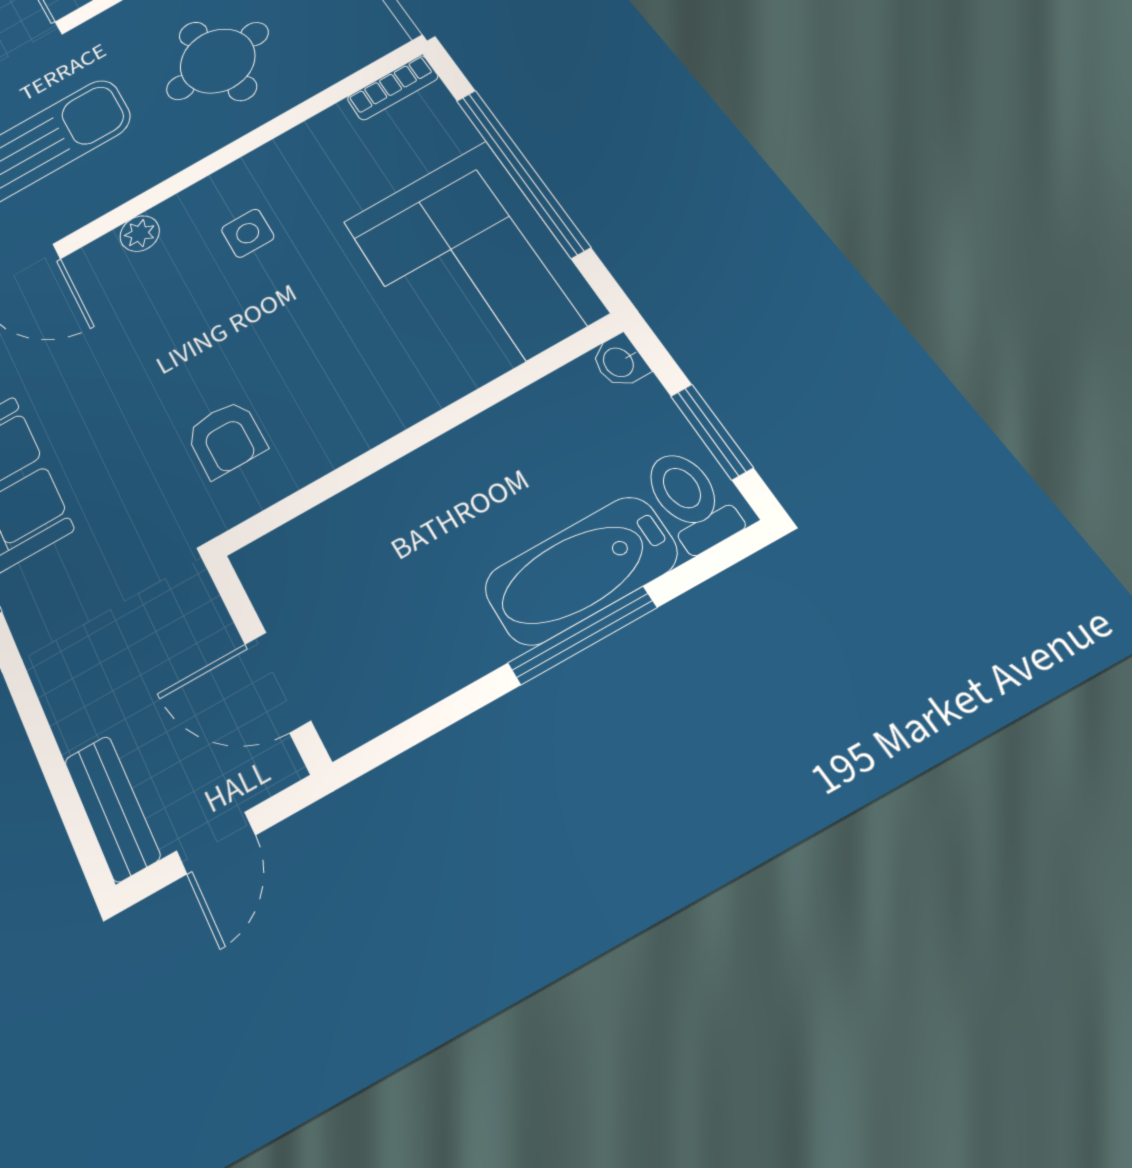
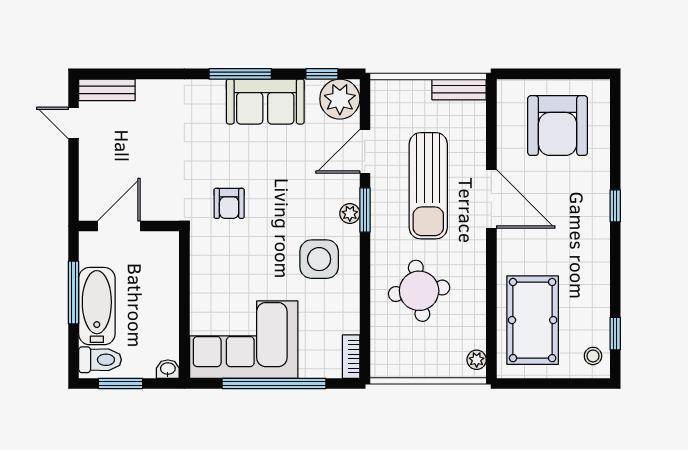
window: (121, 215) -> (365, 210), added
side table: (248, 233) -> (319, 259), width x1.87, depth x1.87
armchair: (226, 439) -> (229, 203), turned -90
wall: (267, 661) -> (129, 226), moved
door: (278, 682) -> (119, 226), moved

